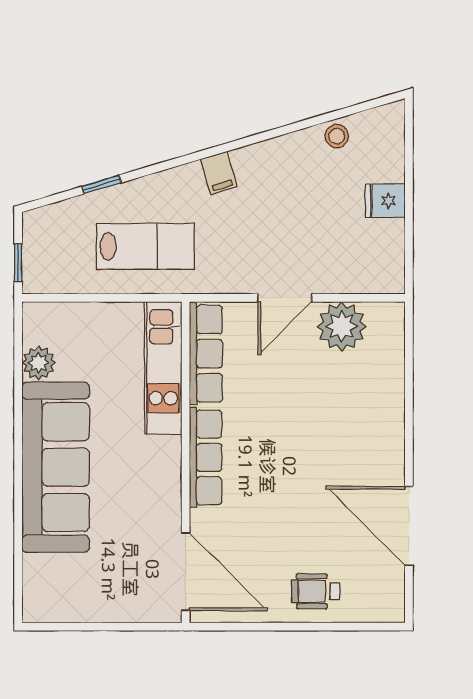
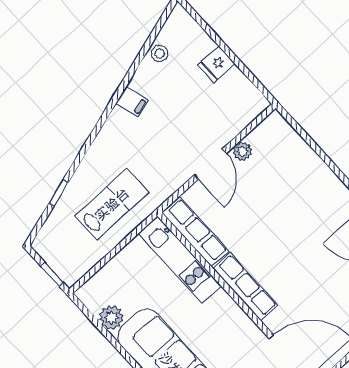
filing cabinet: (219, 173) -> (132, 102), moved
plant: (342, 326) -> (242, 151), width x0.53, depth x0.53

